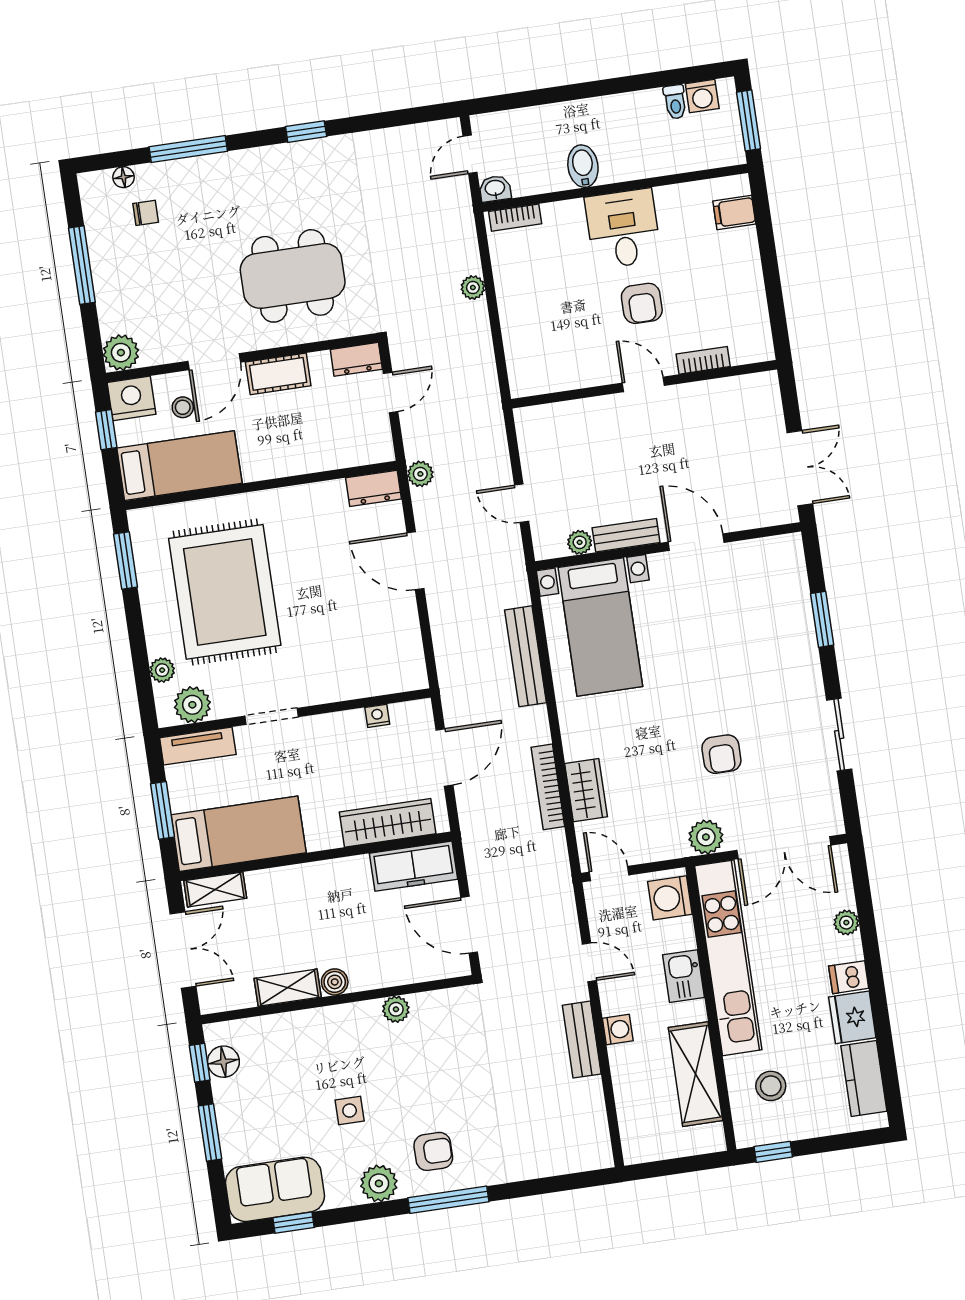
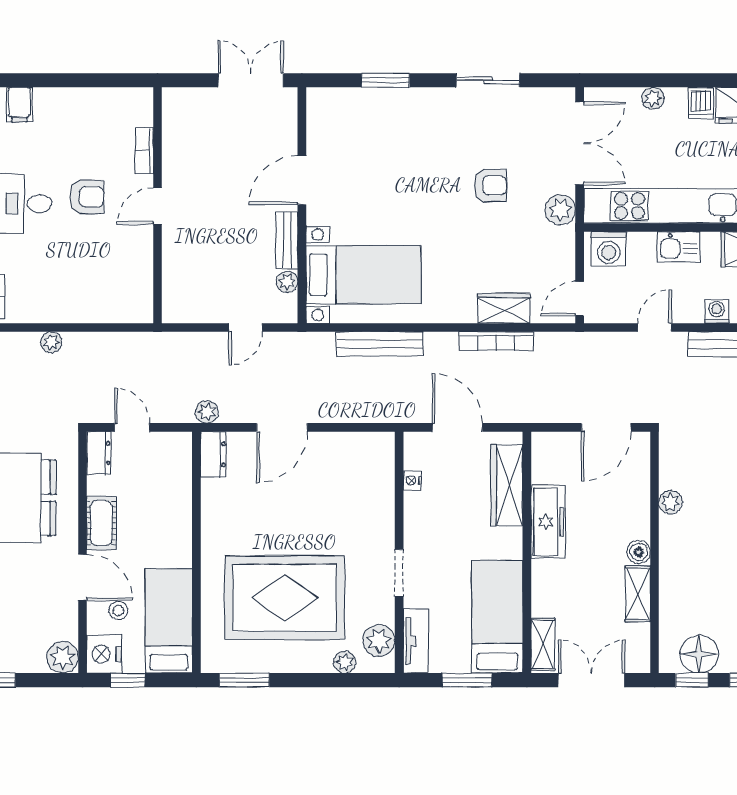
freezer: (414, 866) -> (548, 522), moved
floor lamp: (223, 1062) -> (699, 654), width x1.38, depth x1.38

